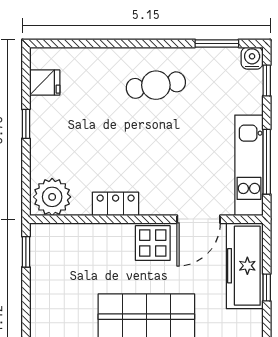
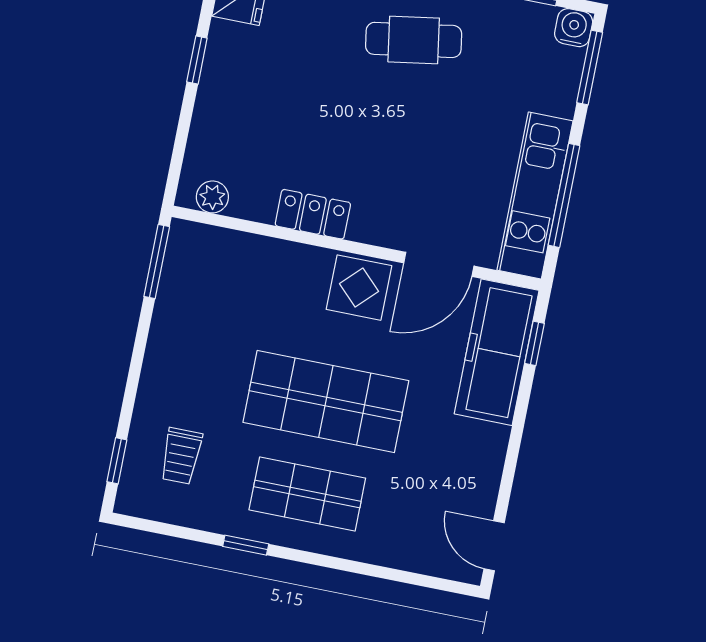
window: (267, 81) -> (590, 68), width x1.50
plant: (52, 197) -> (212, 197), width x0.53, depth x0.53
window: (26, 252) -> (157, 261), width x1.50
window: (267, 287) -> (535, 343), moved

